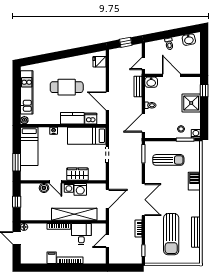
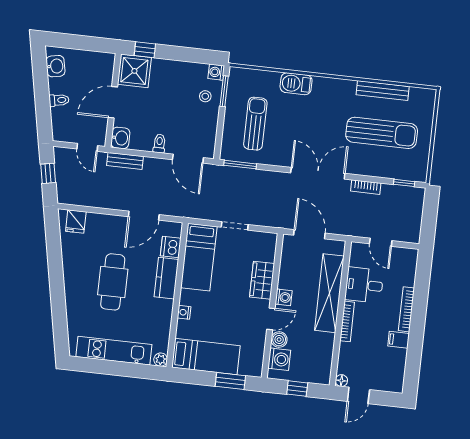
shower: (191, 103) -> (134, 71), moved
washing machine: (80, 189) -> (279, 359), moved

